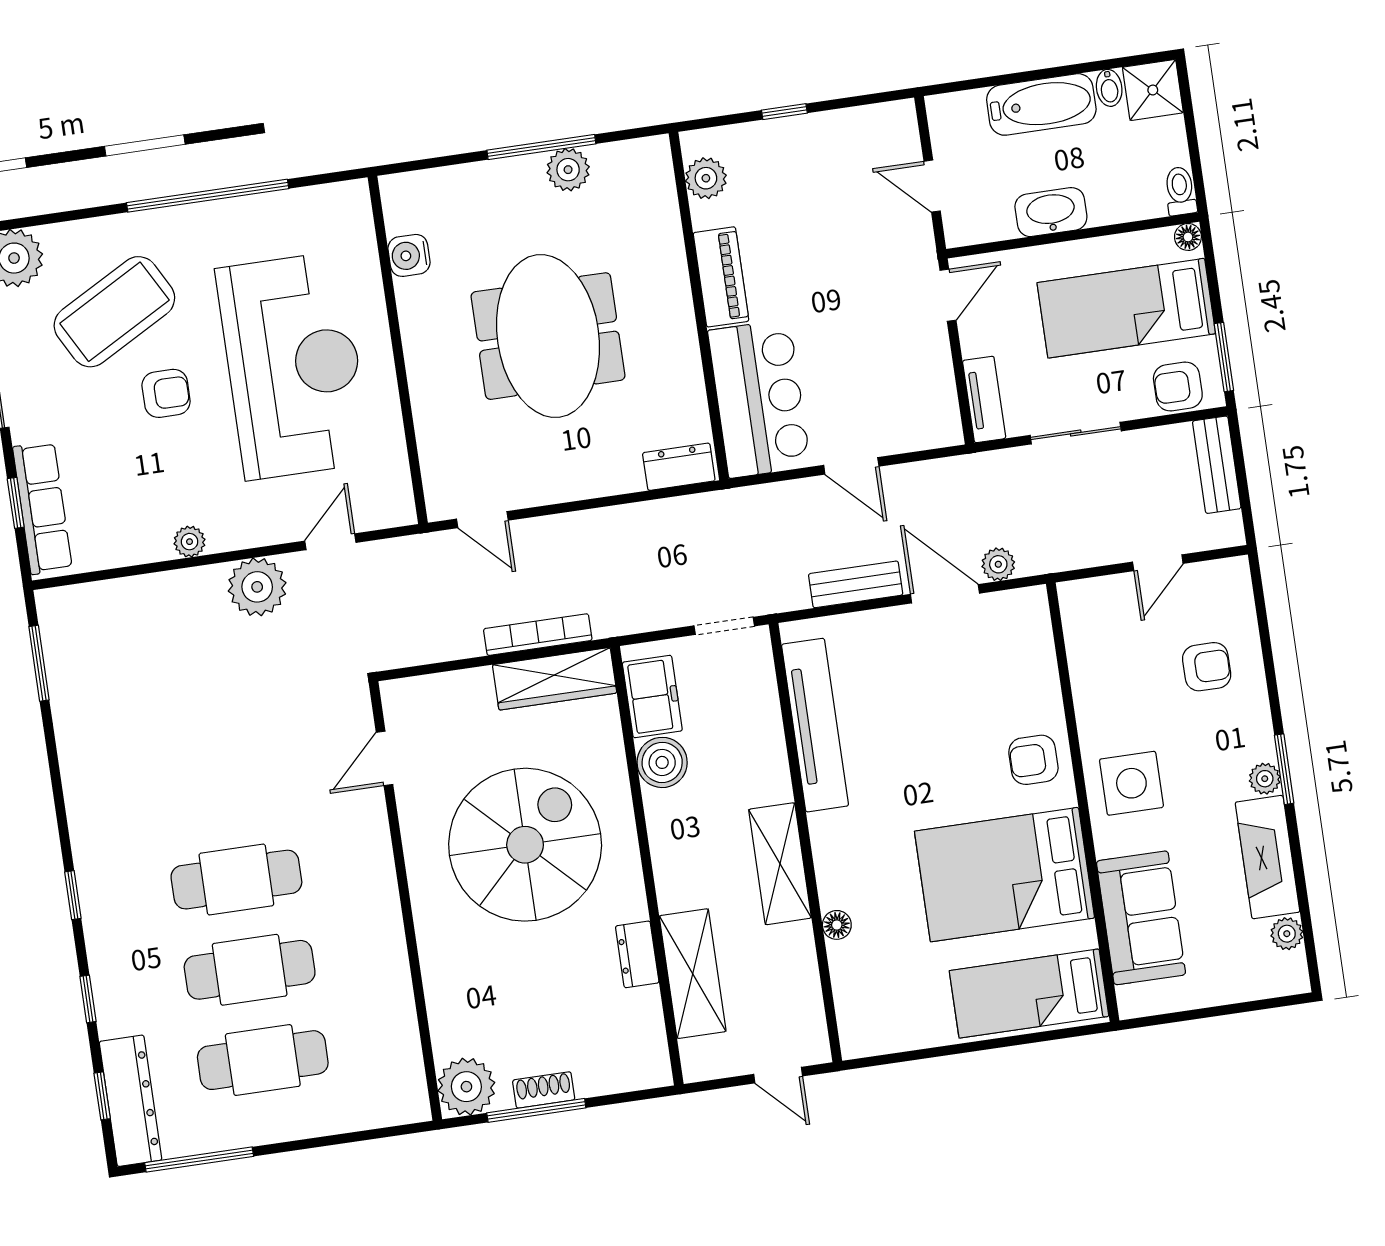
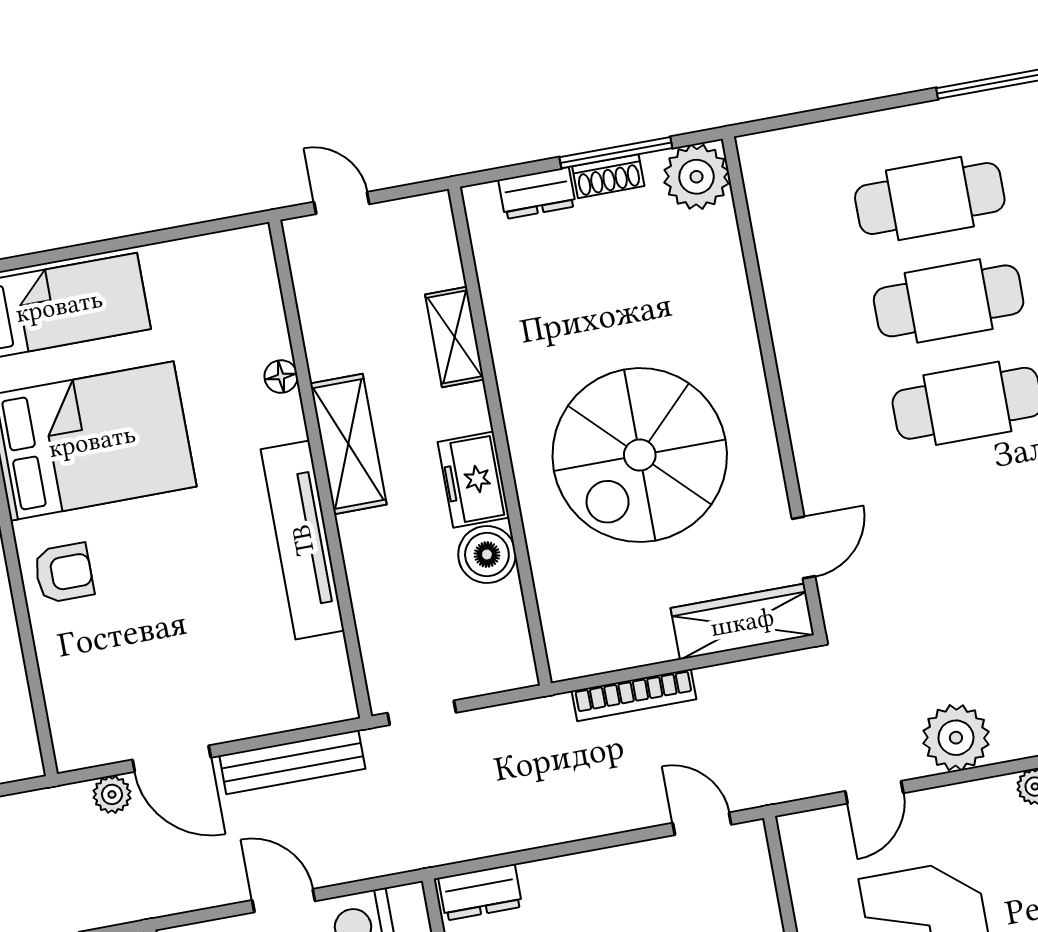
bench: (856, 584) -> (292, 762), width x1.36
wardrobe: (555, 679) -> (742, 622), moved
freezer: (652, 697) -> (473, 480), moved
tv unit: (815, 725) -> (303, 540), moved
dresser: (637, 954) -> (537, 193), moved, turned 90
shelving: (693, 974) -> (455, 337), width x0.67, depth x0.75

